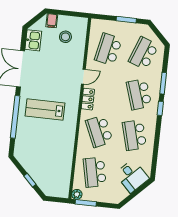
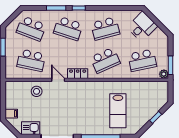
stool: (65, 37) -> (37, 91), moved
school desk: (139, 94) -> (68, 29), turned 36
lab bench: (45, 109) -> (118, 111), moved

